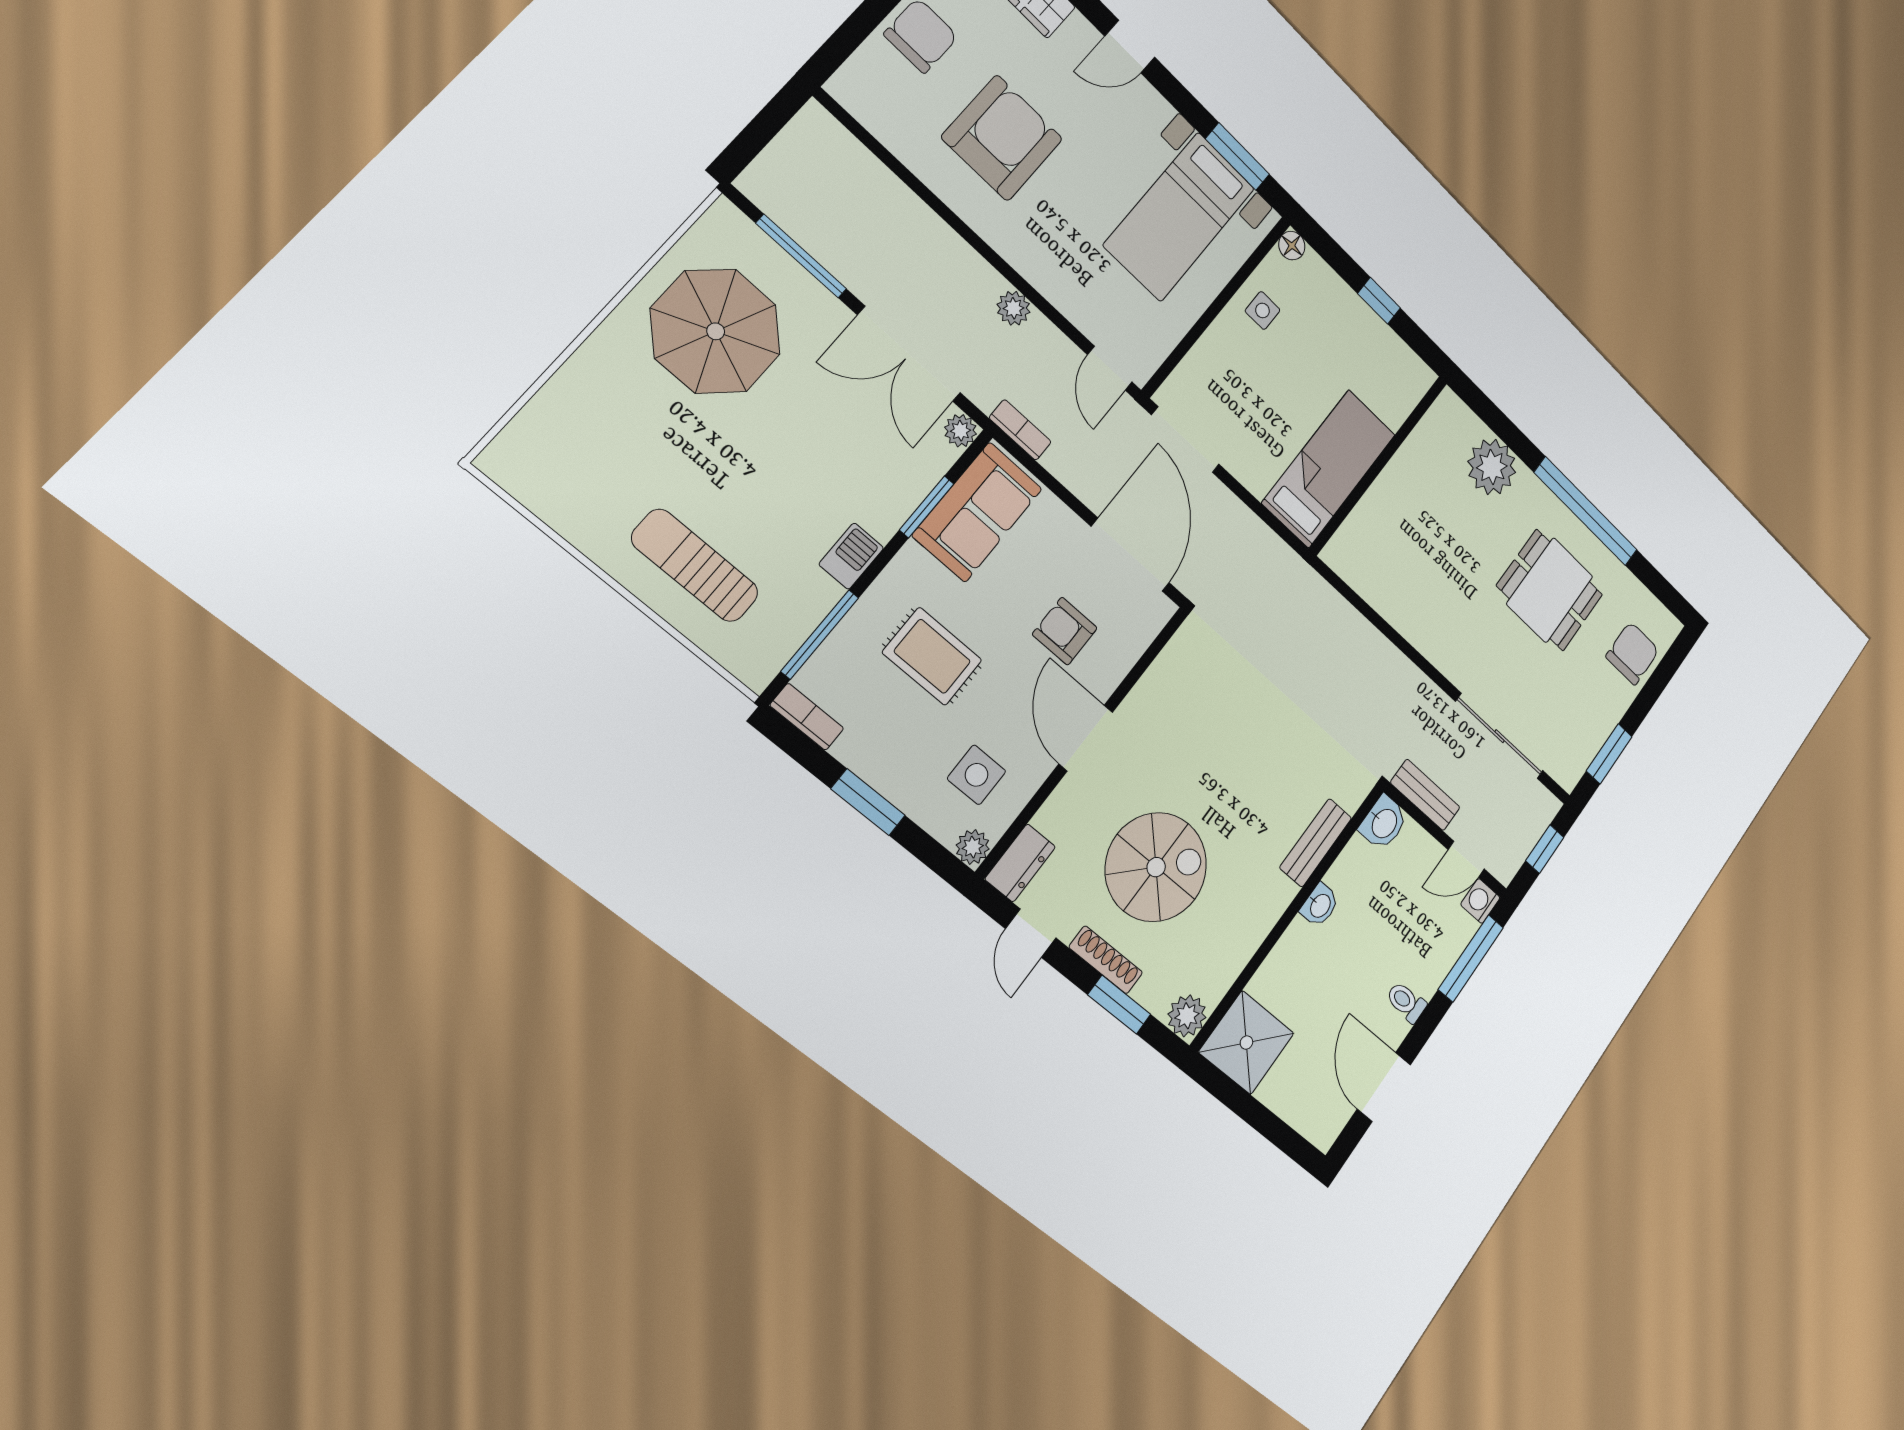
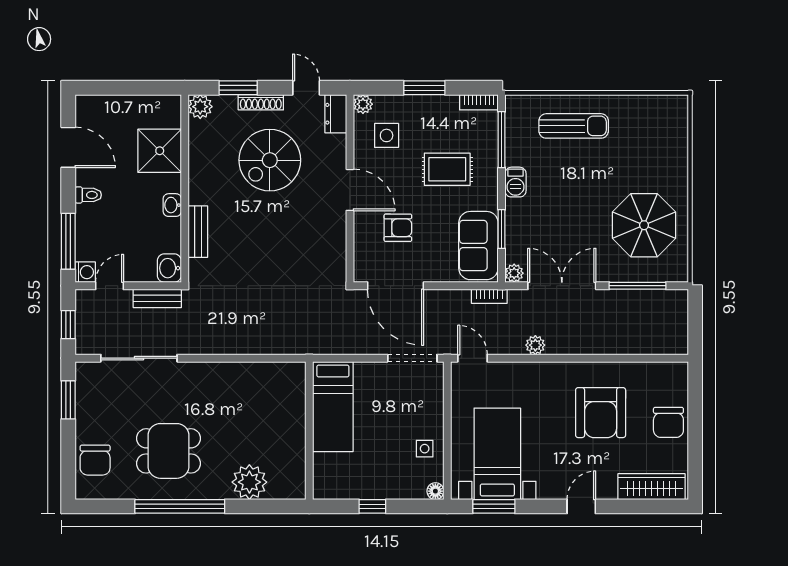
shower: (1246, 1043) -> (160, 151), moved

